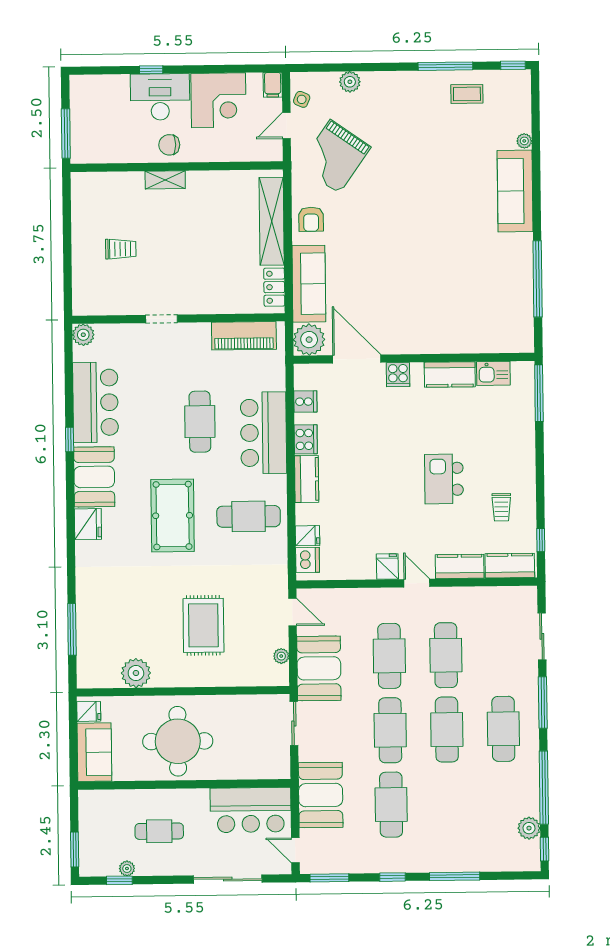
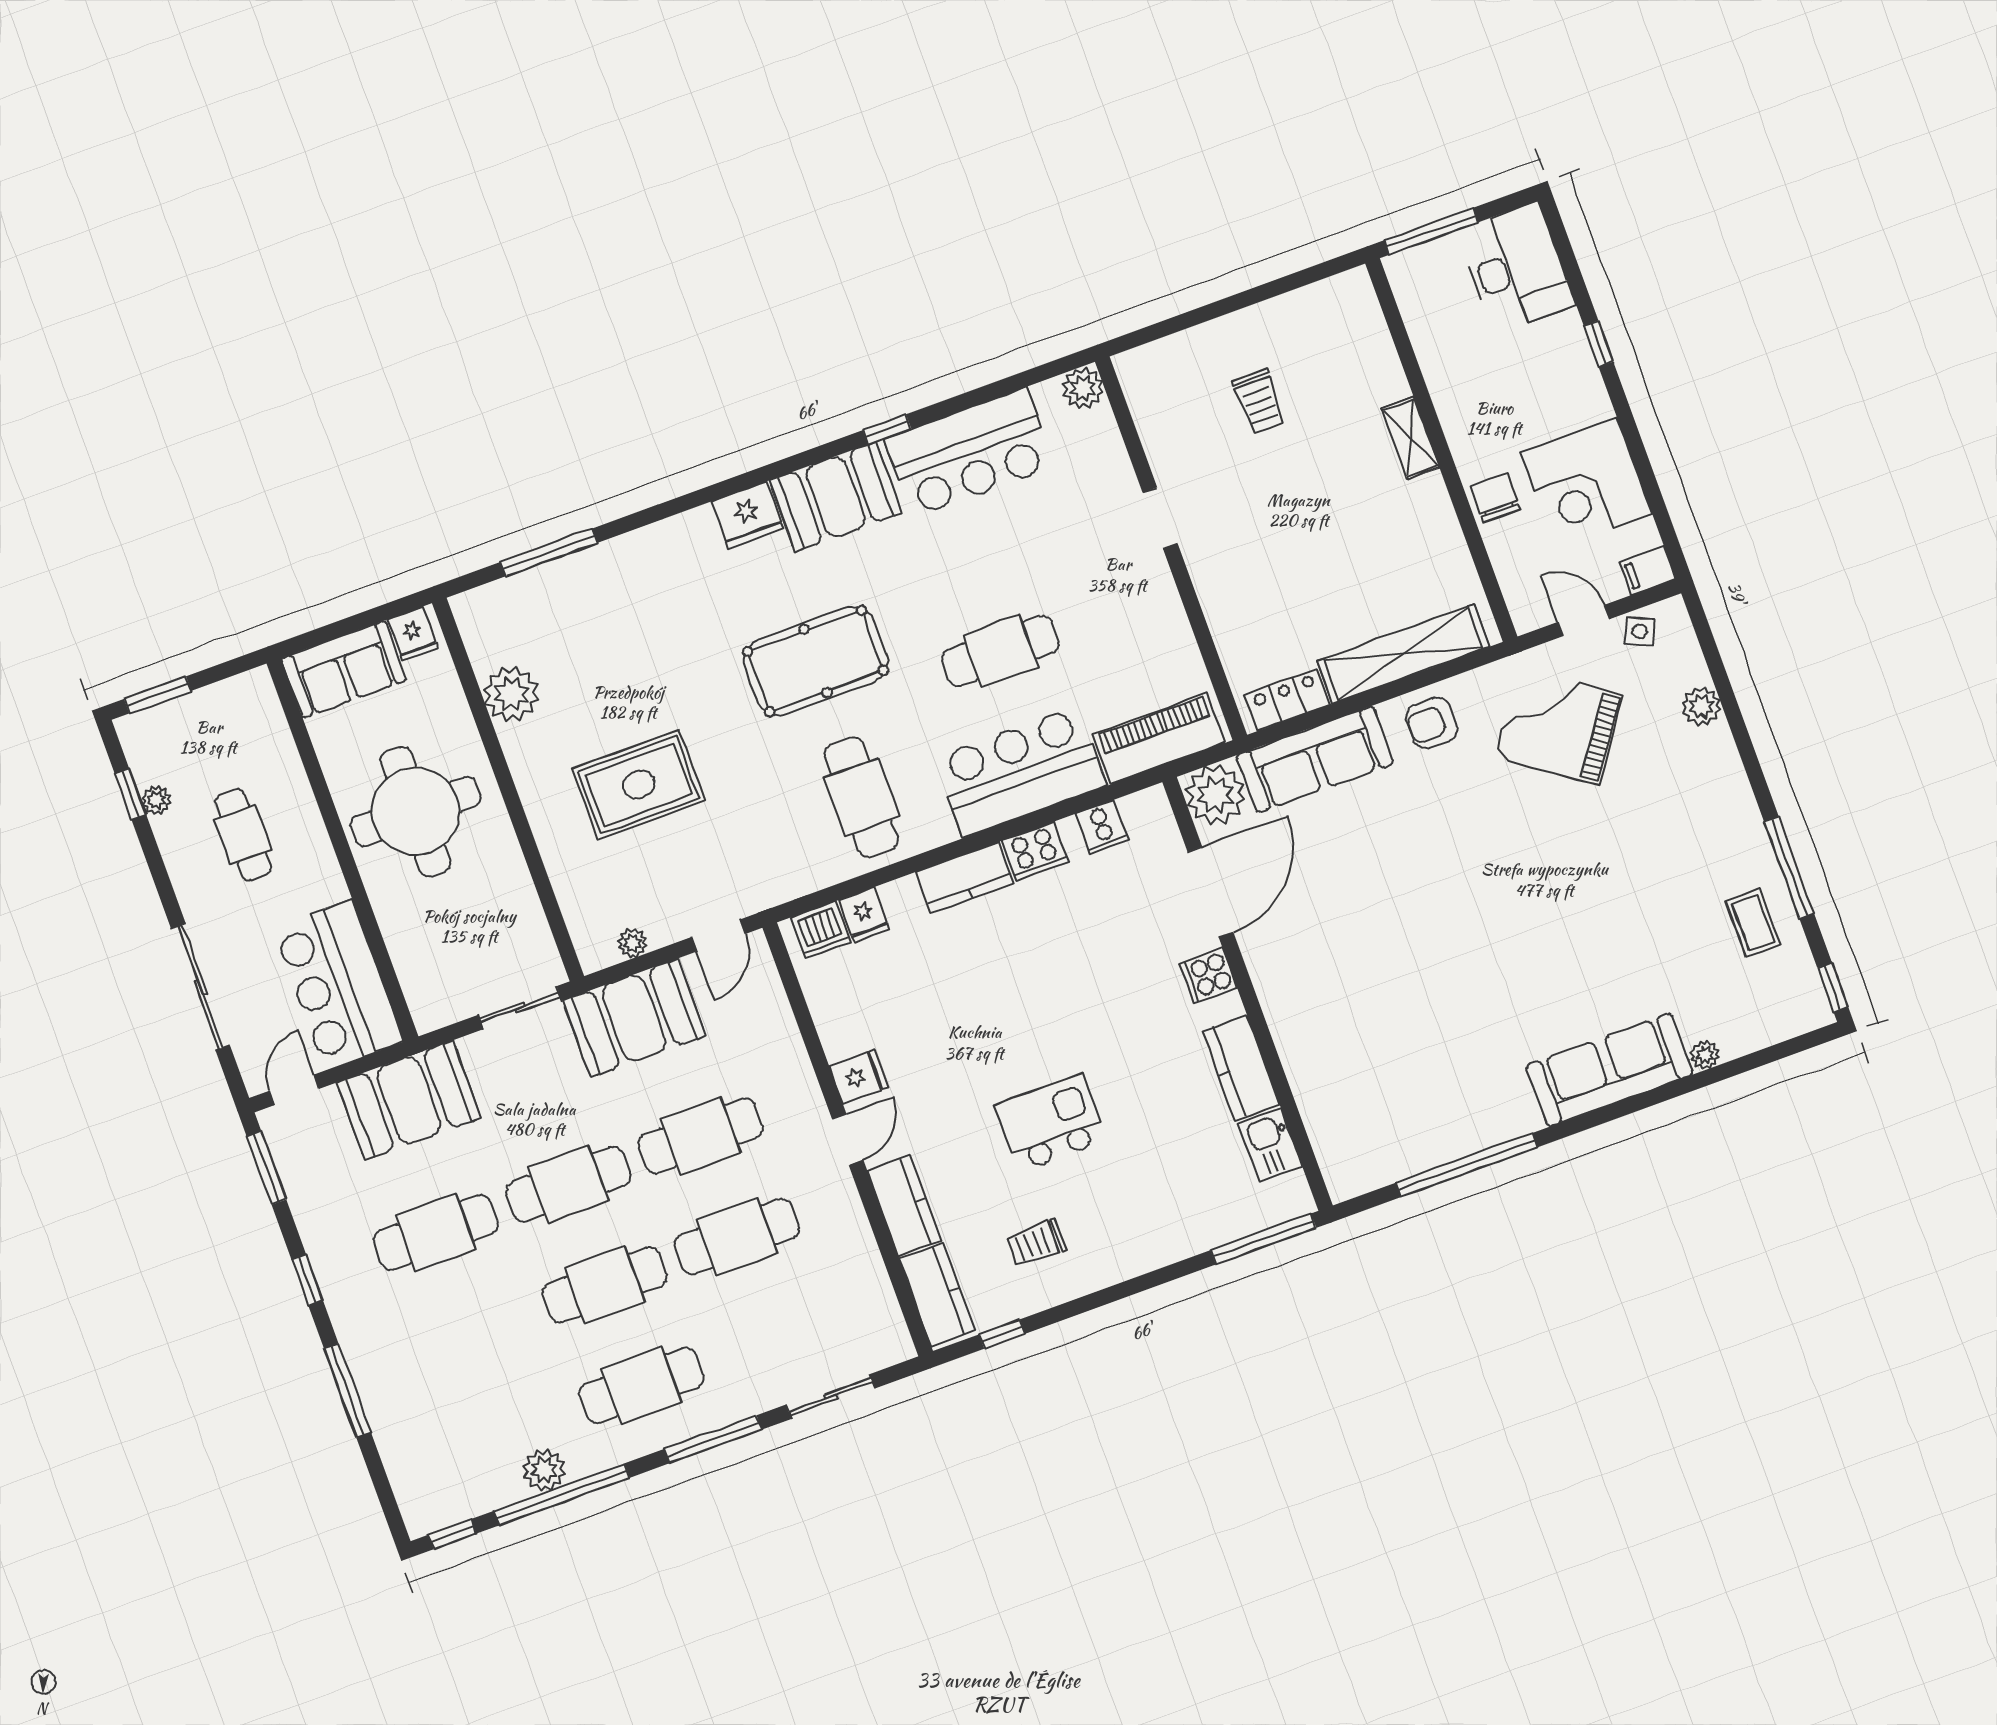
desk: (160, 97) -> (1516, 268), moved
chair: (169, 145) -> (1495, 498), moved
piano: (244, 336) -> (1159, 739), moved, turned 90
plant: (529, 828) -> (544, 1470), moved

